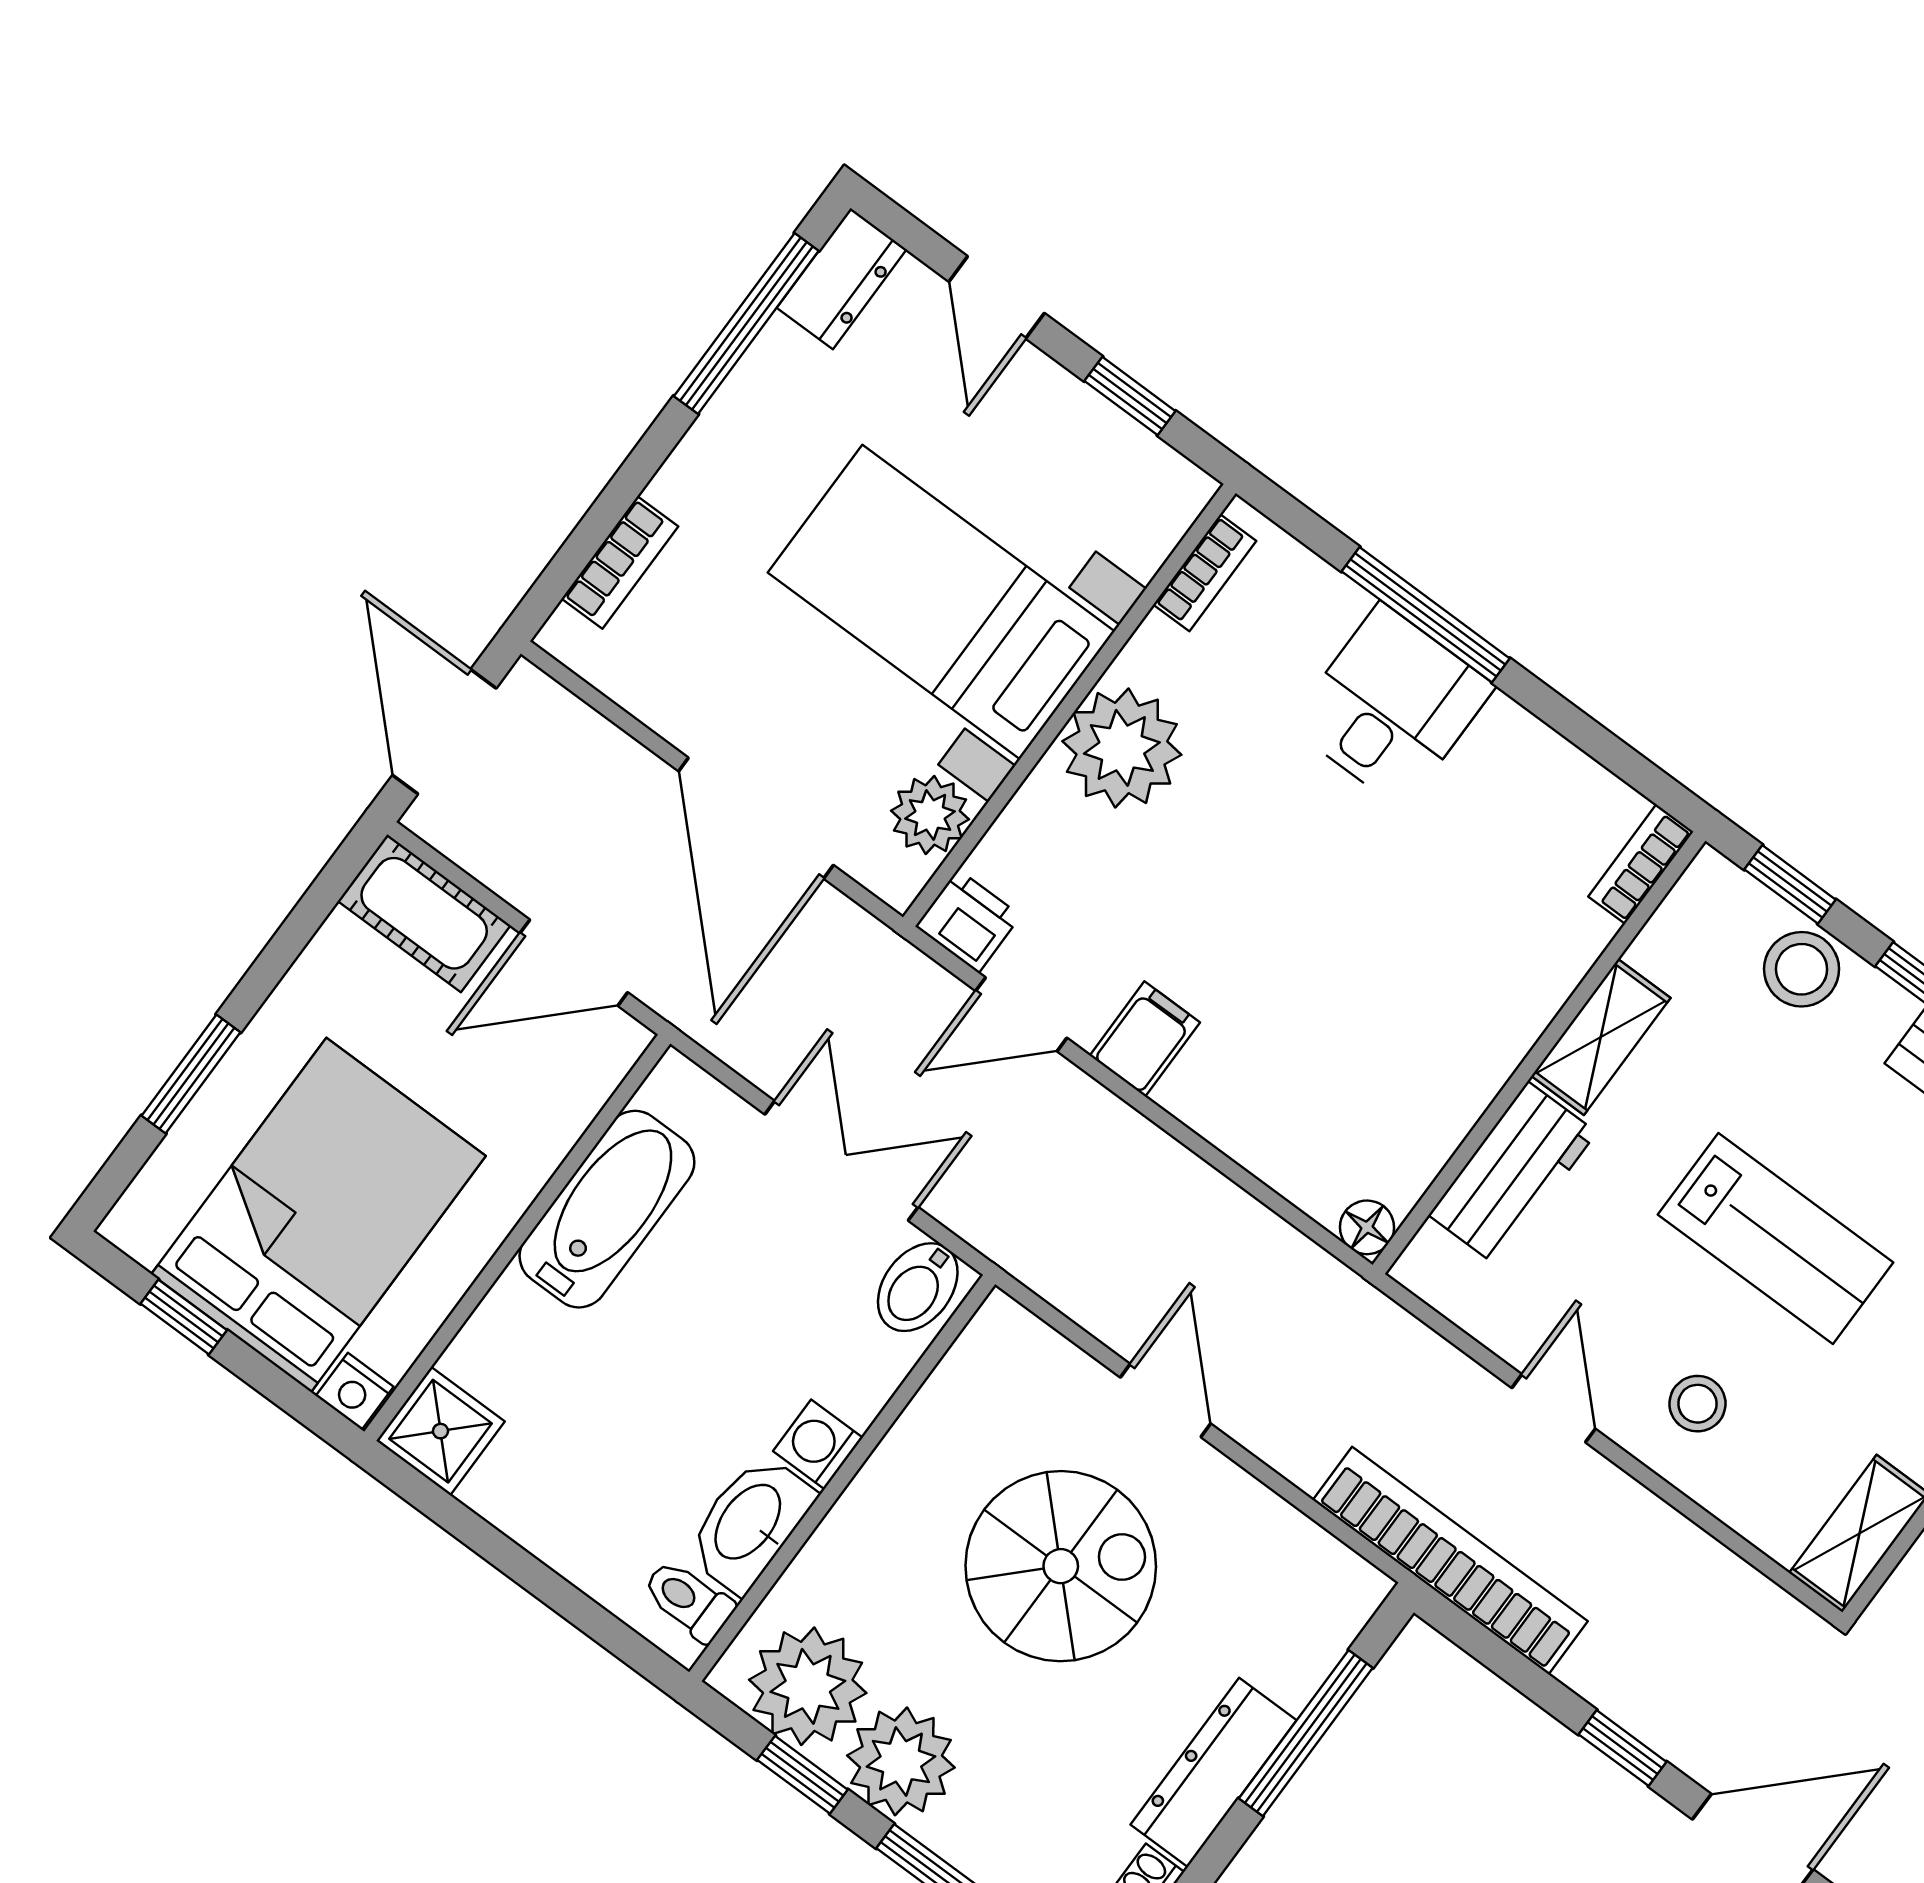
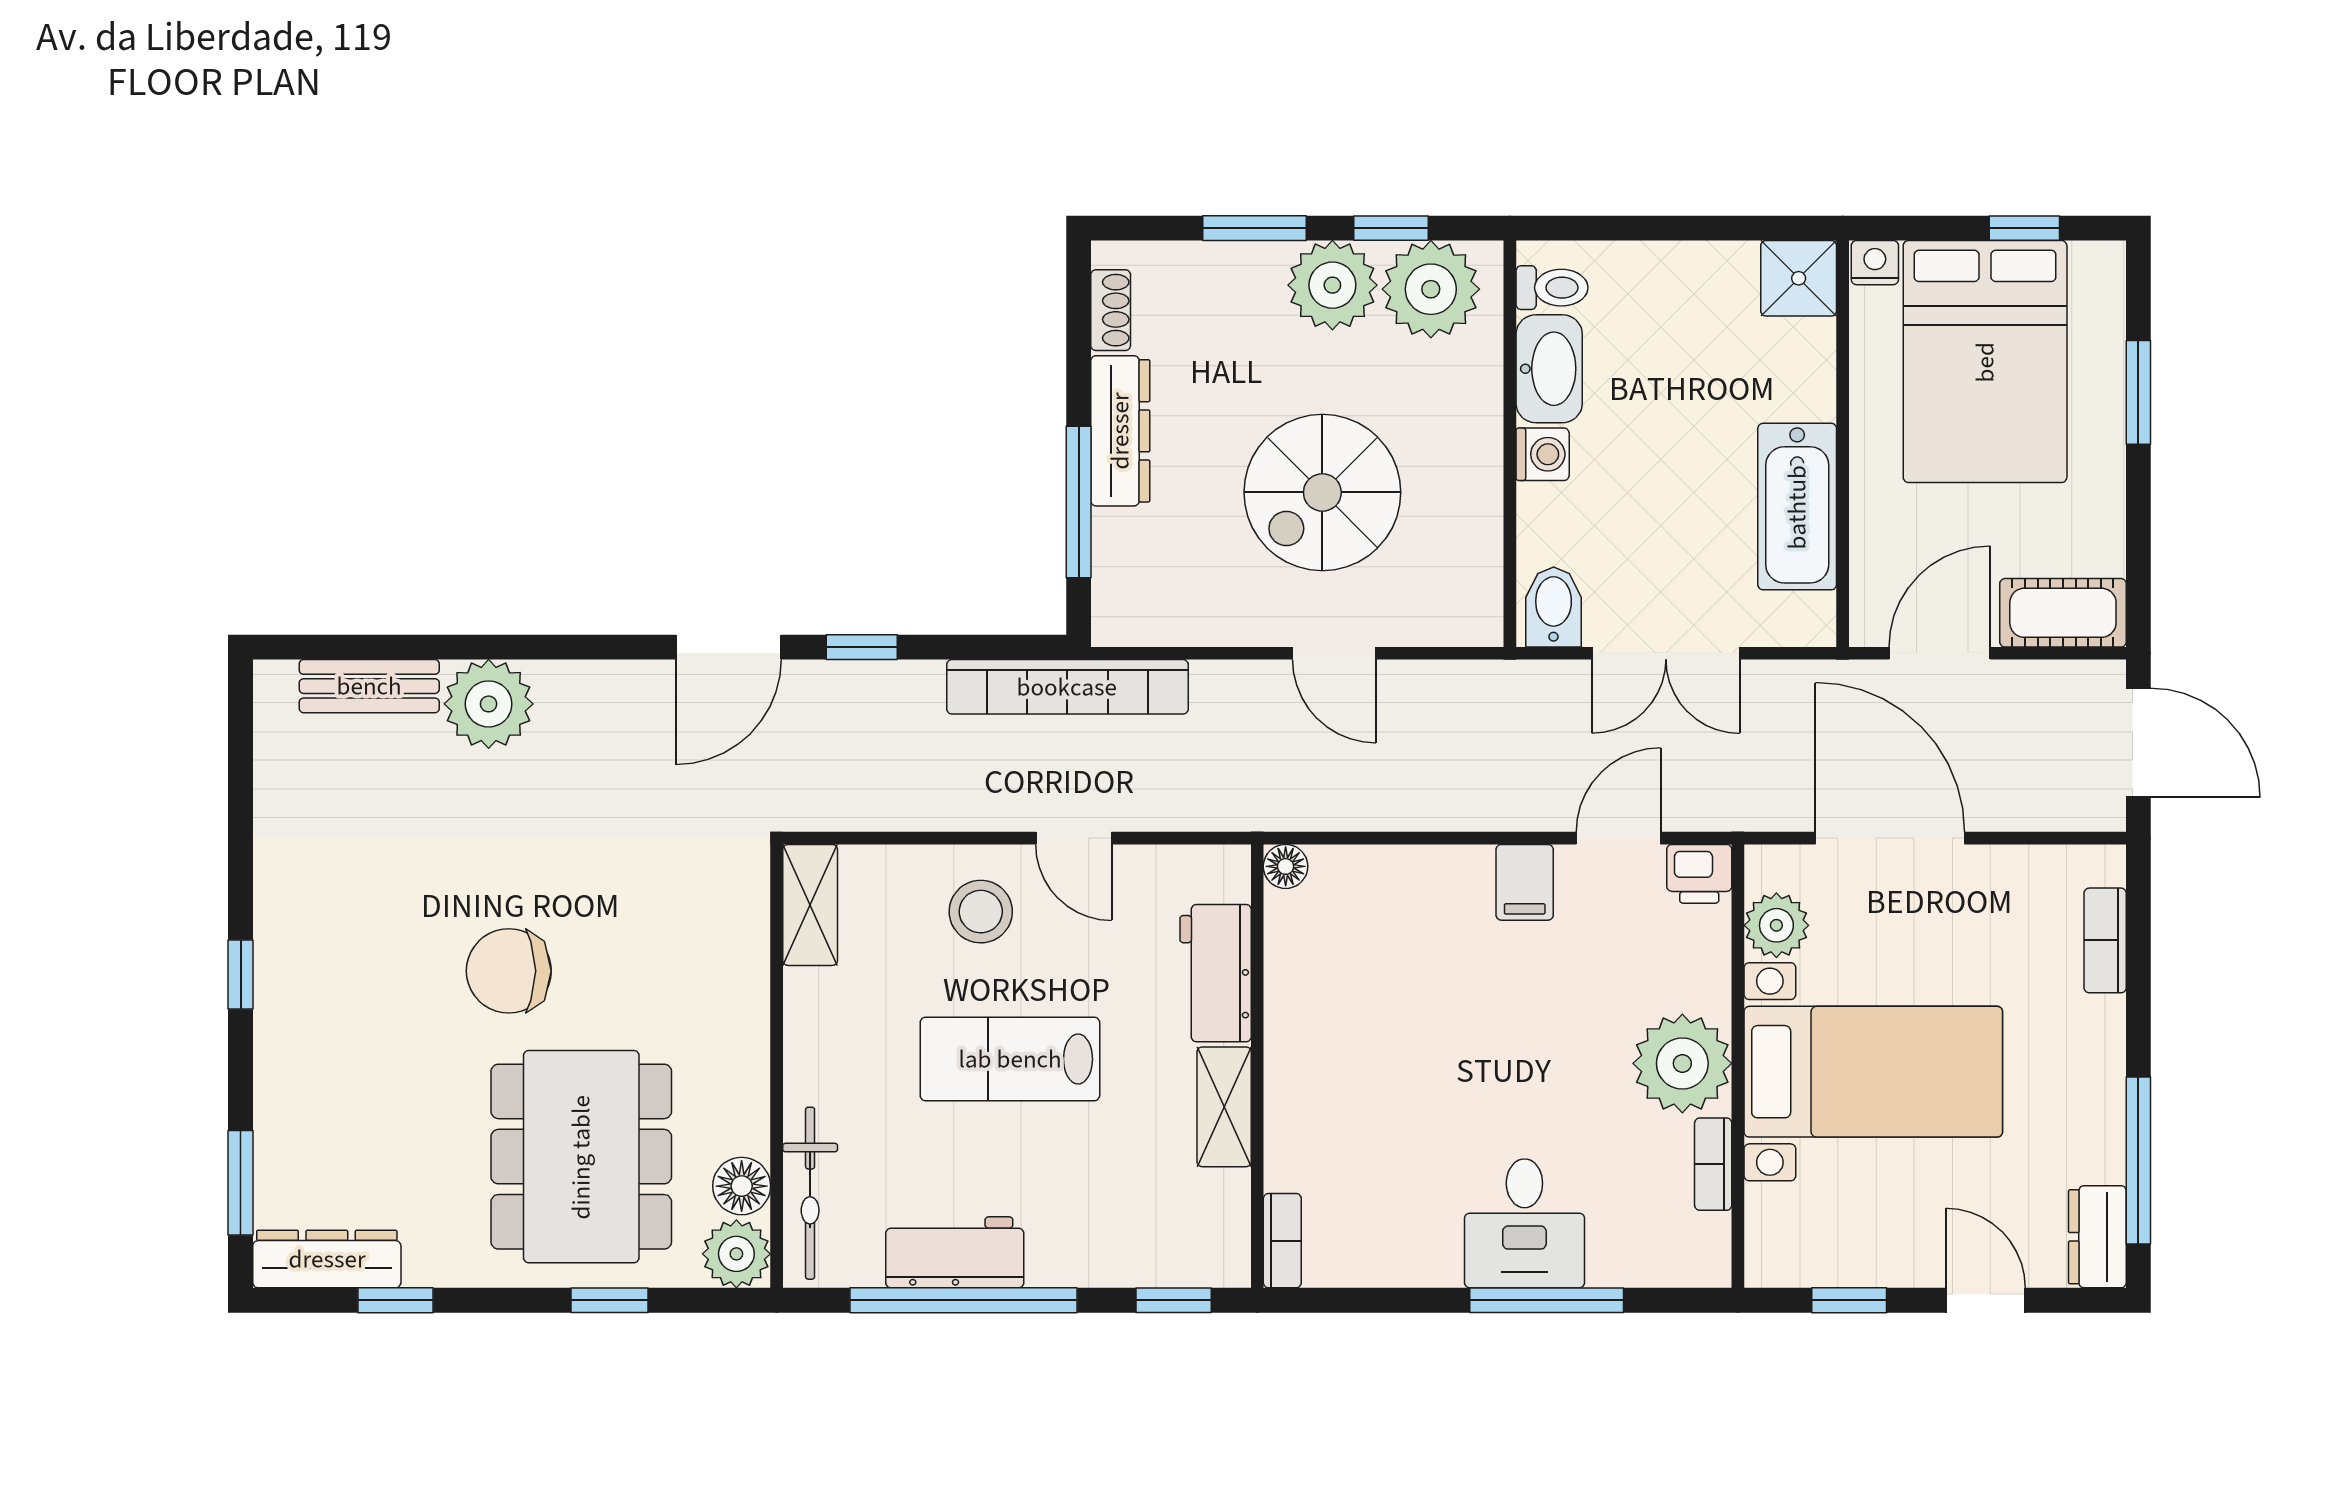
bookcase: (1205, 573) -> (1713, 1164), moved
stool: (1802, 969) -> (1125, 1250), removed
stool: (1697, 1404) -> (981, 912), width x1.37, depth x1.37

